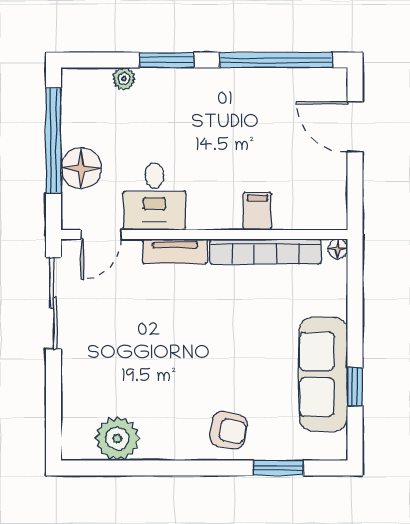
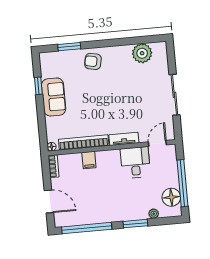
floor lamp: (81, 168) -> (171, 197), moved
bookcase: (337, 205) -> (54, 166), added
sliding door: (53, 303) -> (174, 95), moved
sofa: (323, 374) -> (54, 97), width x0.73

